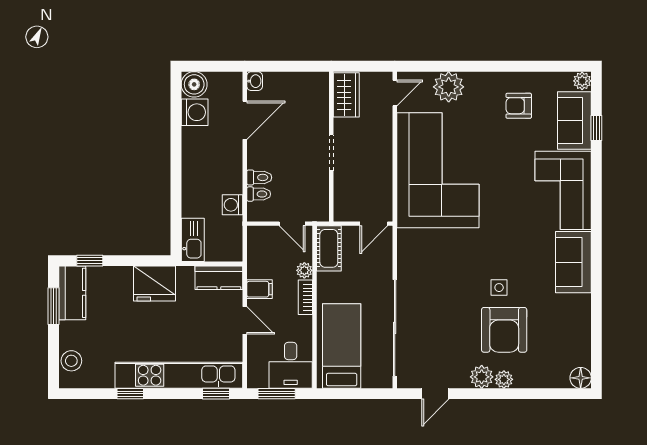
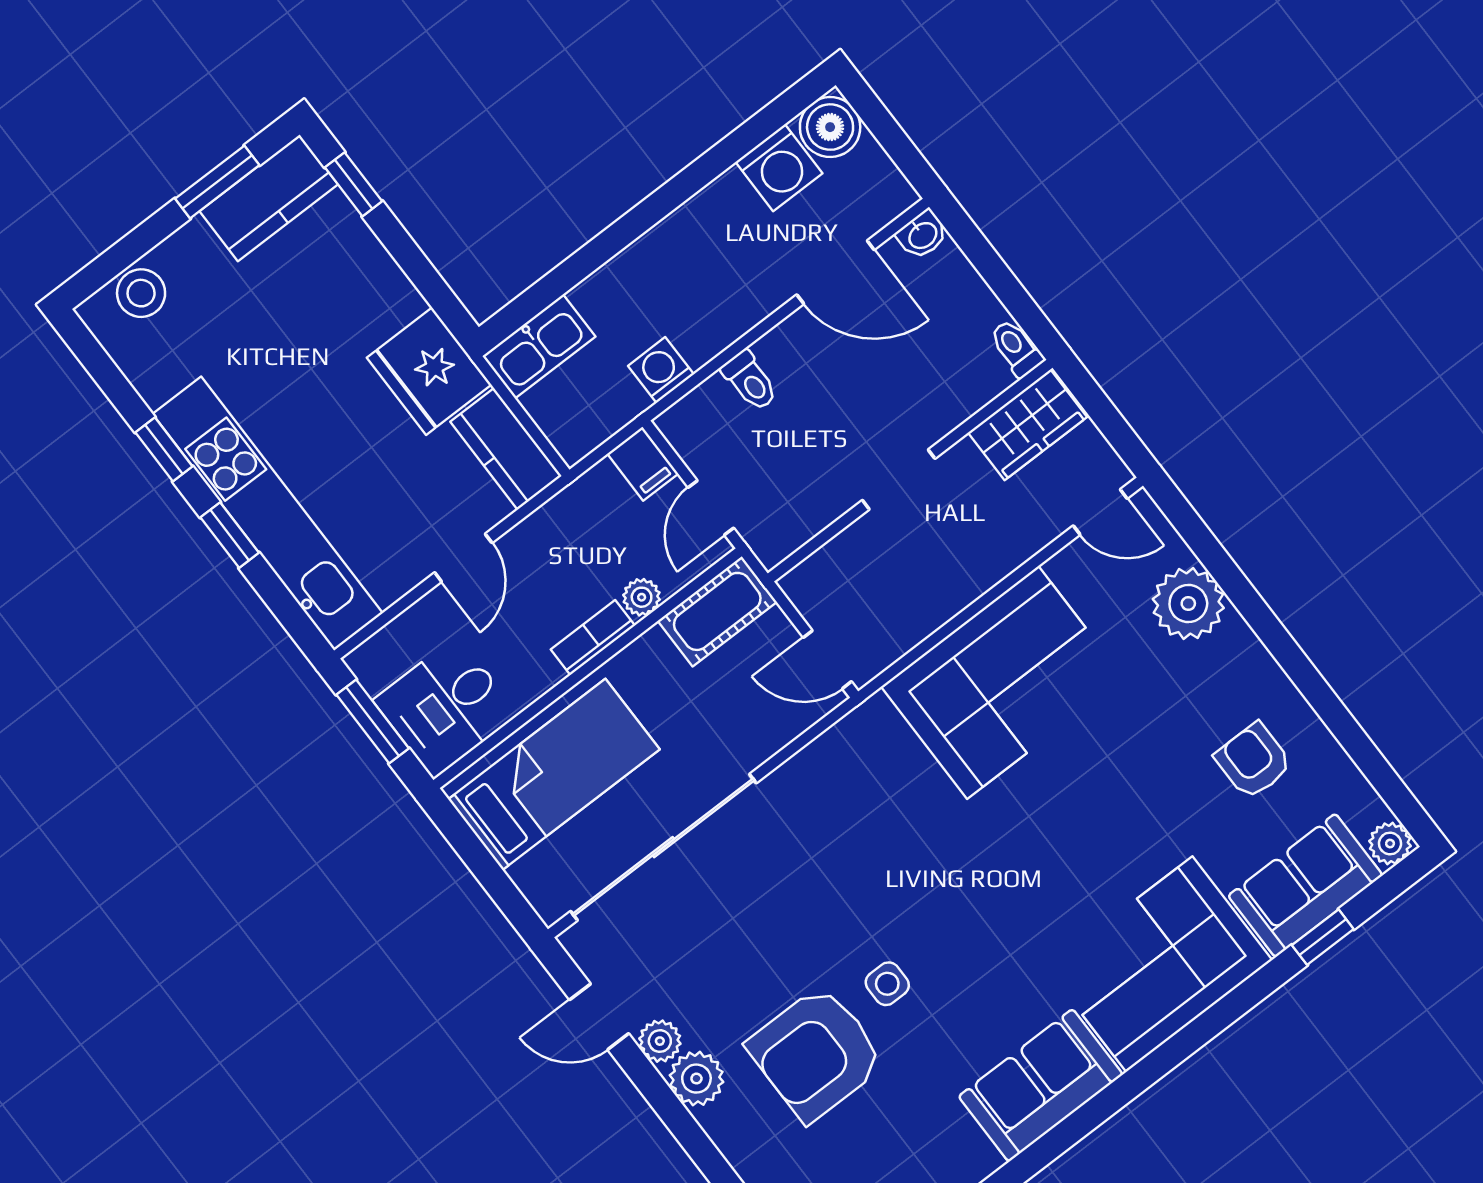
corner sofa: (438, 170) -> (1003, 682), width x0.73, depth x0.74
toilet: (259, 194) -> (1016, 348), moved, turned 180
fridge: (155, 284) -> (429, 371), moved
filing cabinet: (259, 289) -> (643, 464), moved
plant: (504, 379) -> (660, 1041), moved
window: (216, 394) -> (230, 535), moved

